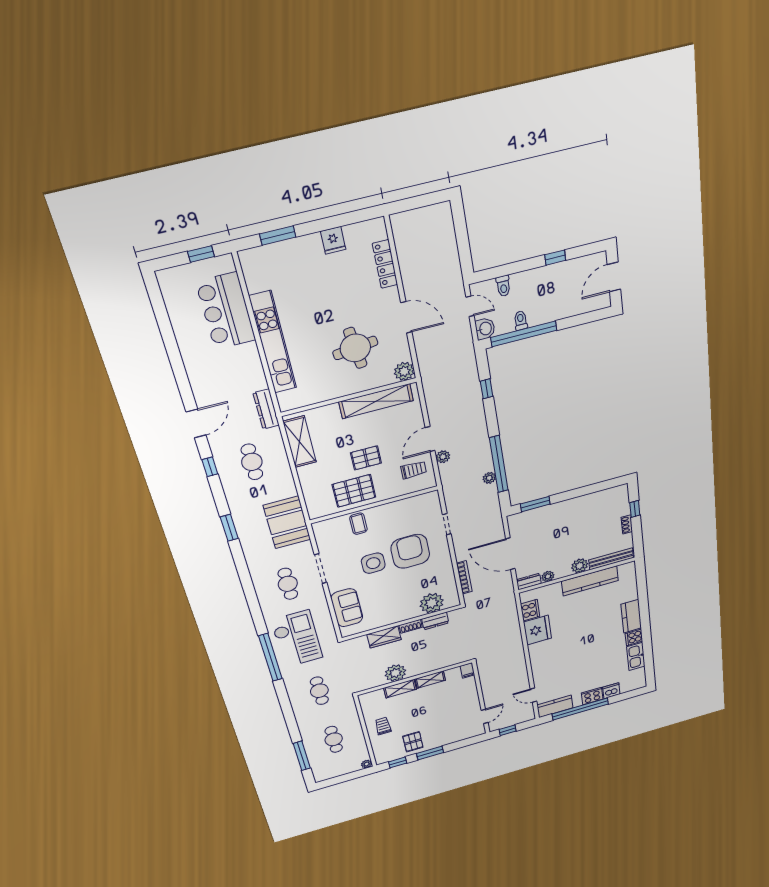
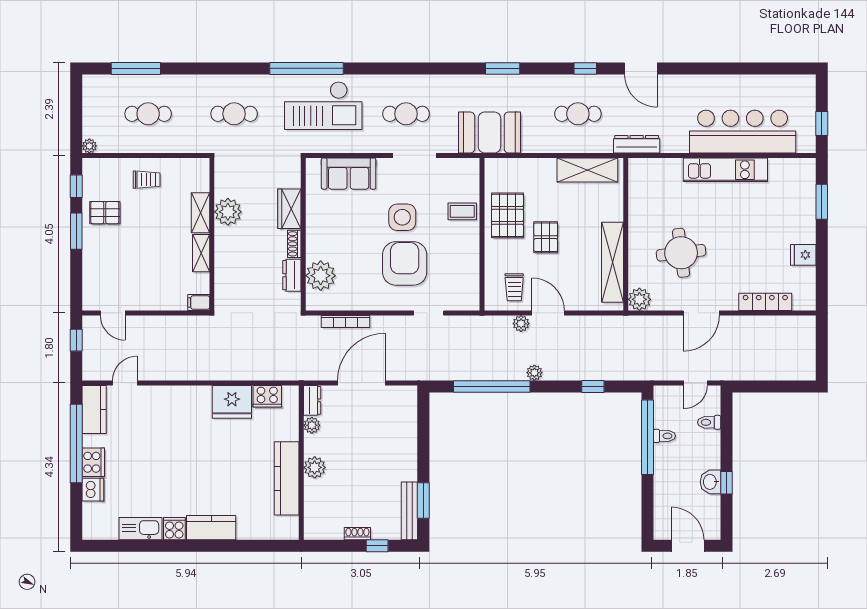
bar counter: (226, 311) -> (743, 132), width x1.36
washbasin: (485, 329) -> (710, 482), moved, turned 90
kitchen unit: (273, 343) -> (725, 170), width x0.73
plant: (489, 478) -> (534, 373), moved
window: (535, 504) -> (423, 500), moved
armchair: (410, 551) -> (405, 263), turned -90
bench: (611, 559) -> (409, 511), moved

